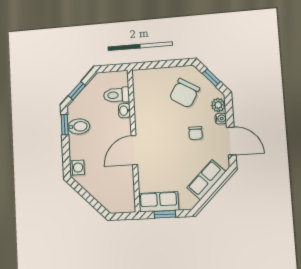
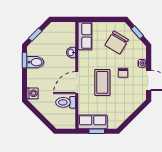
toilet: (116, 95) -> (66, 102), moved
plant: (218, 105) -> (141, 53), removed
coffee table: (168, 148) -> (102, 82), added
row of seats: (206, 180) -> (85, 36), moved, turned 135

